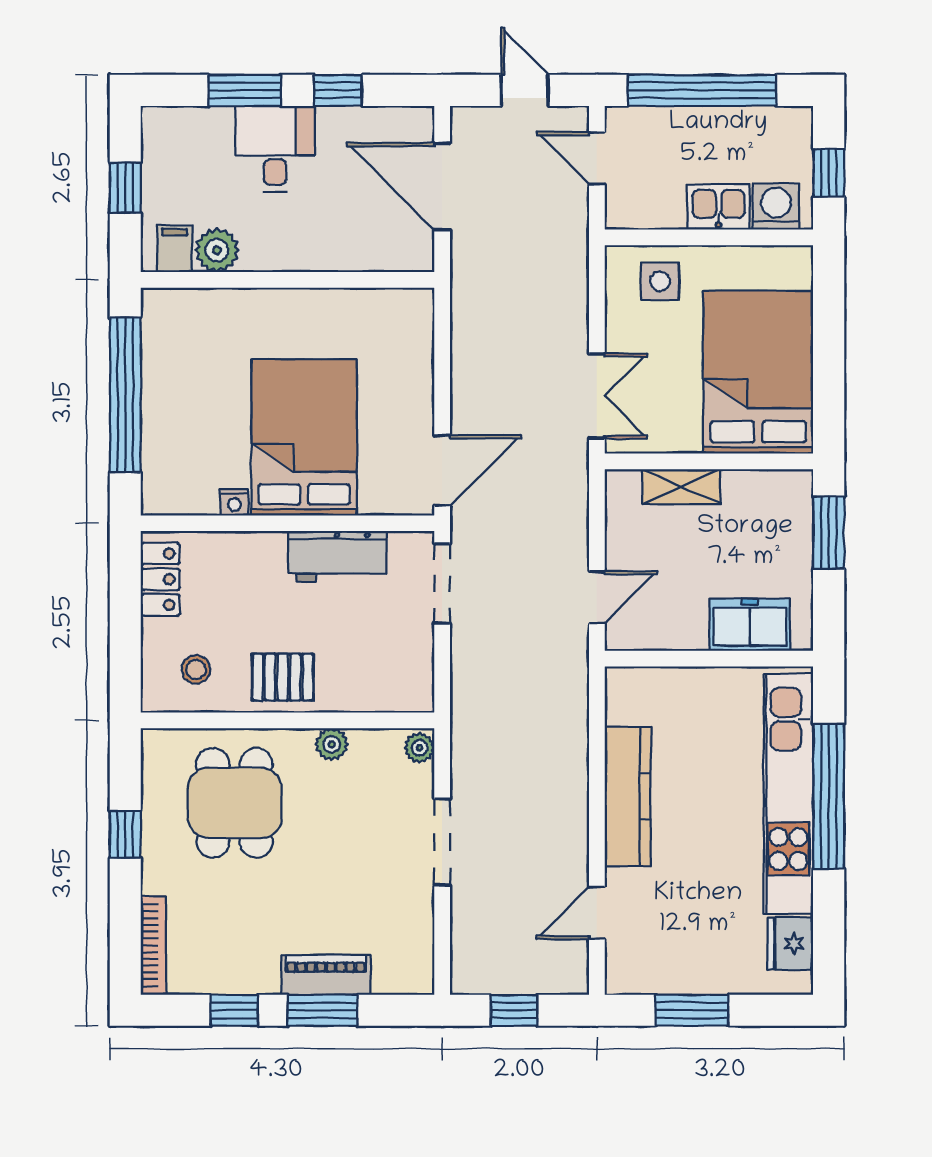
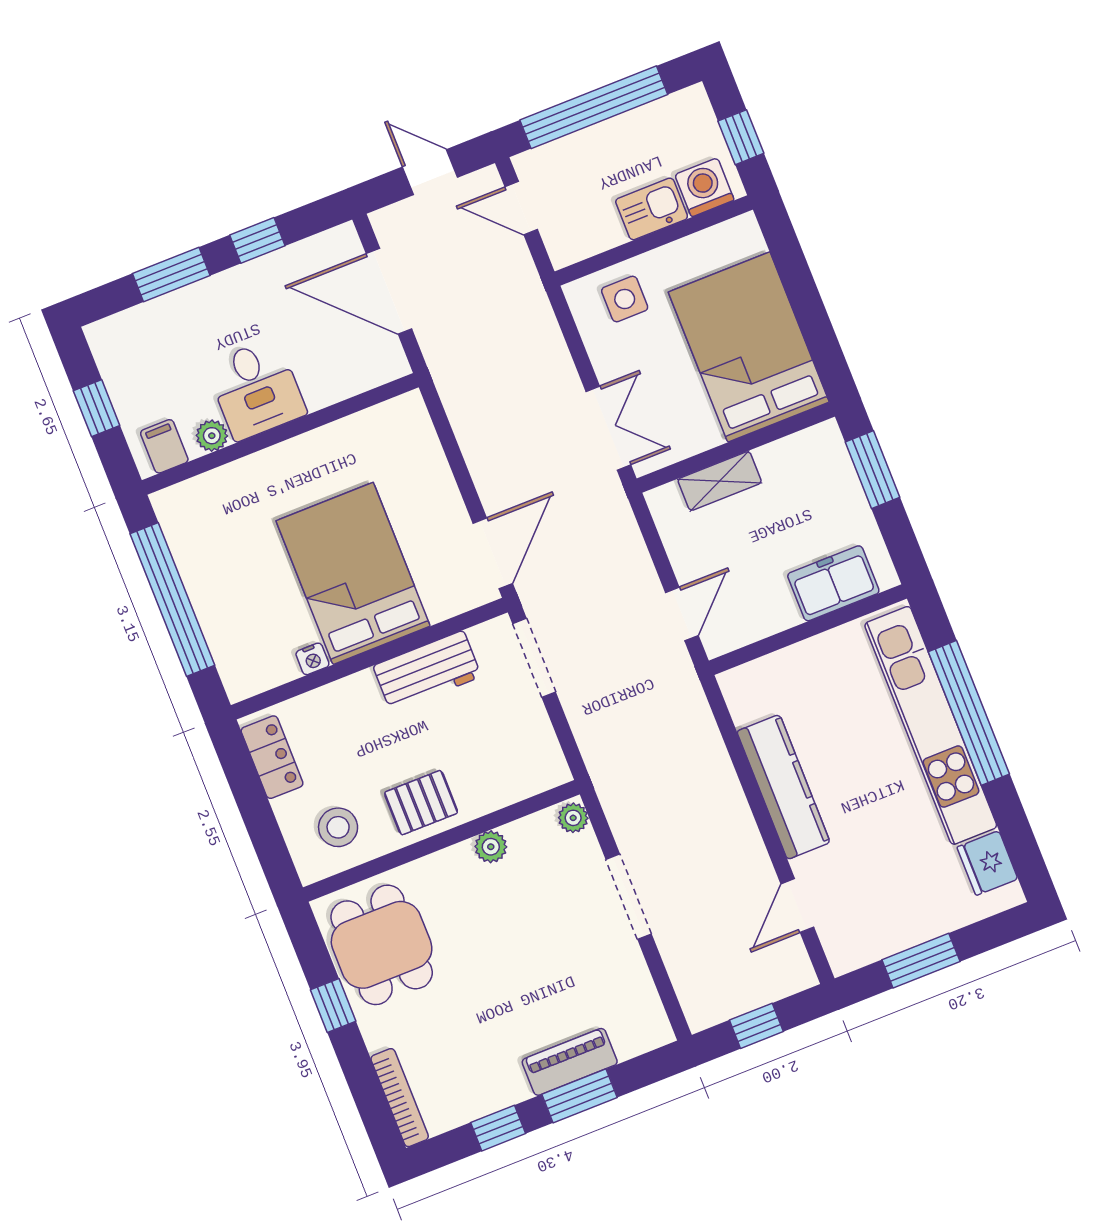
desk: (275, 149) -> (256, 389), moved, turned 180
plant: (217, 250) -> (212, 436), width x0.73, depth x0.73
stool: (196, 669) -> (338, 827), width x1.37, depth x1.37
dining table: (235, 803) -> (382, 945), moved

